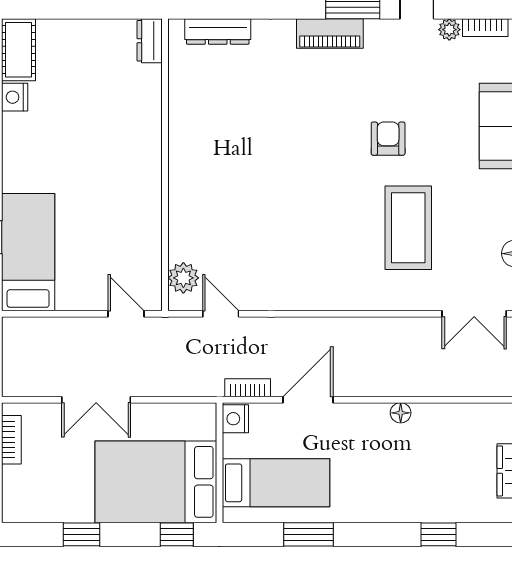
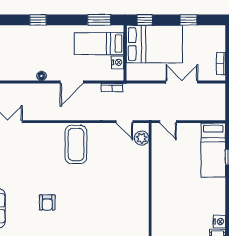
coffee table: (408, 228) -> (76, 144), moved
door: (308, 400) -> (72, 82), moved
nightstand: (235, 419) -> (118, 62), moved
window: (308, 534) -> (99, 20), moved
window: (439, 534) -> (38, 20), moved

